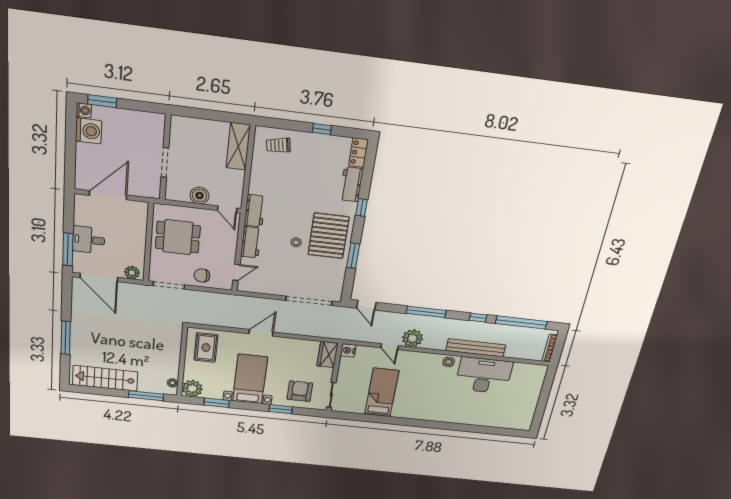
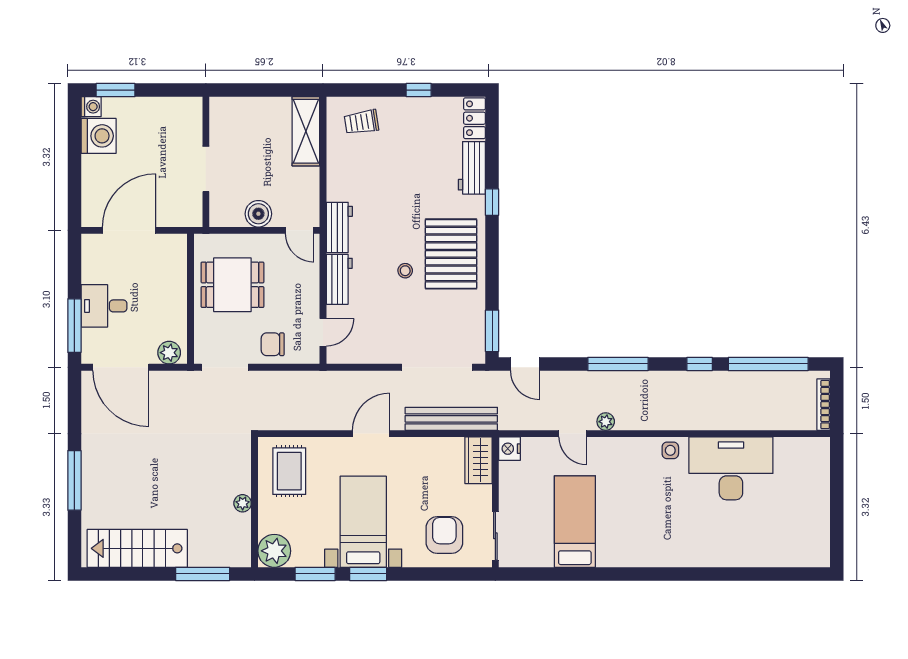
window: (353, 256) -> (492, 331), moved
plant: (412, 338) -> (606, 422), width x0.53, depth x0.53
bench: (476, 348) -> (451, 419), moved
plant: (172, 383) -> (243, 503), moved
window: (281, 409) -> (368, 574), moved

